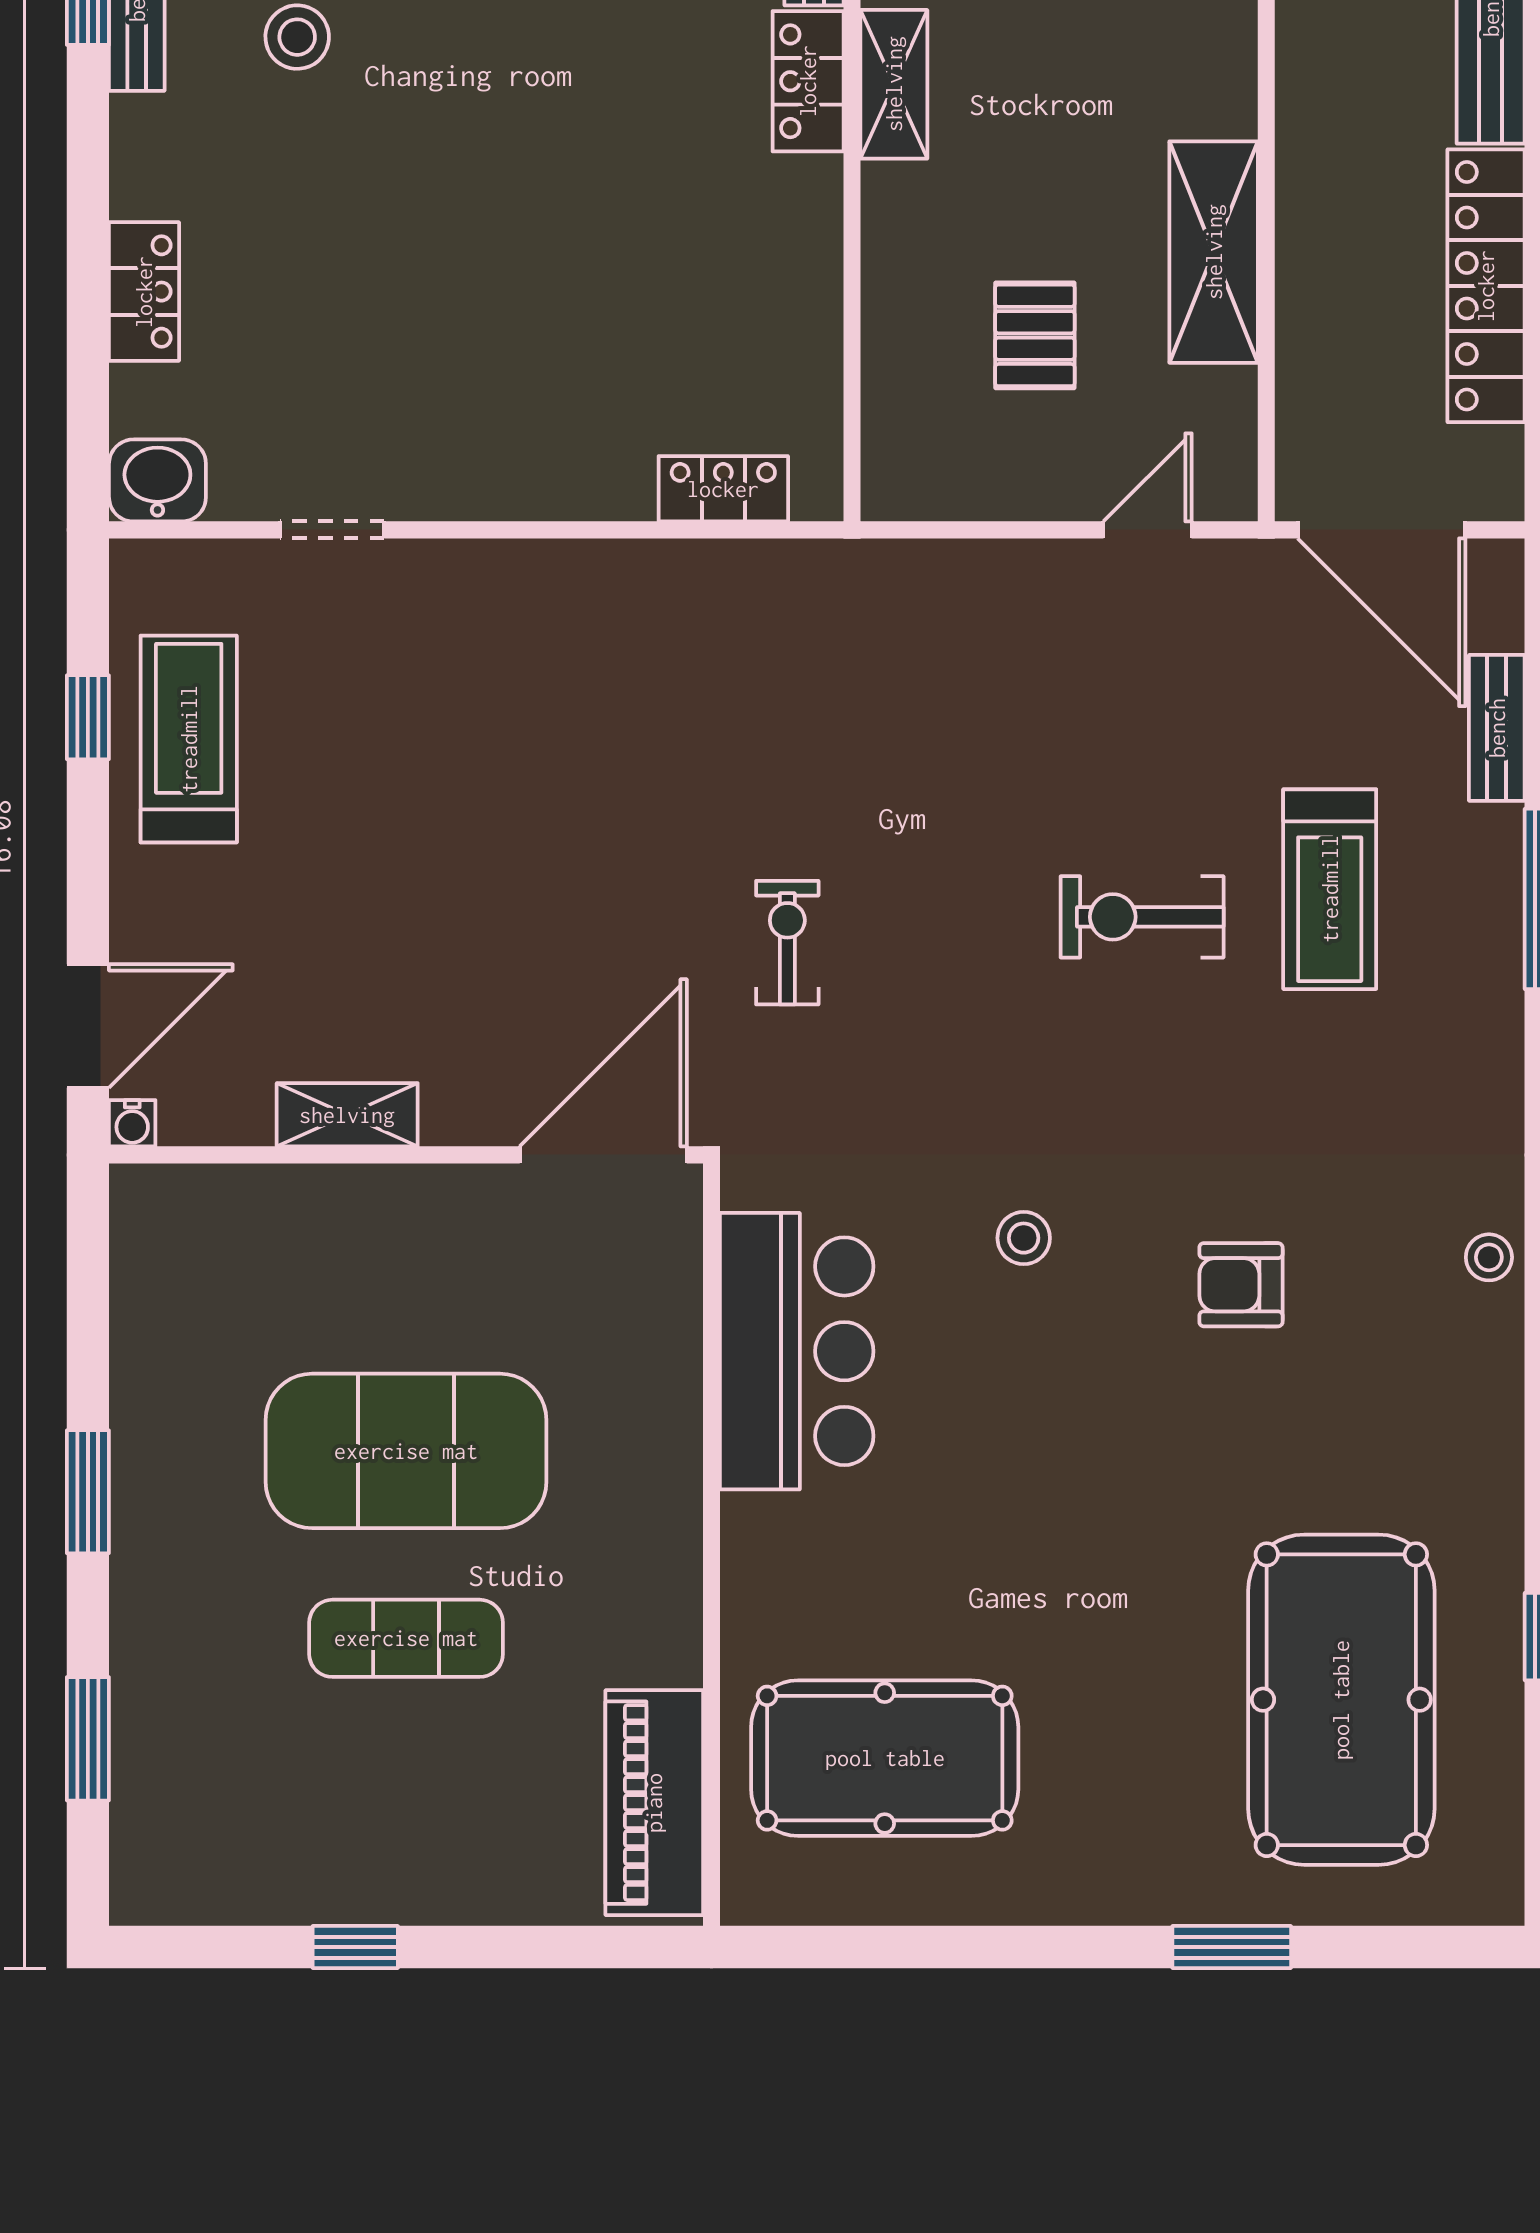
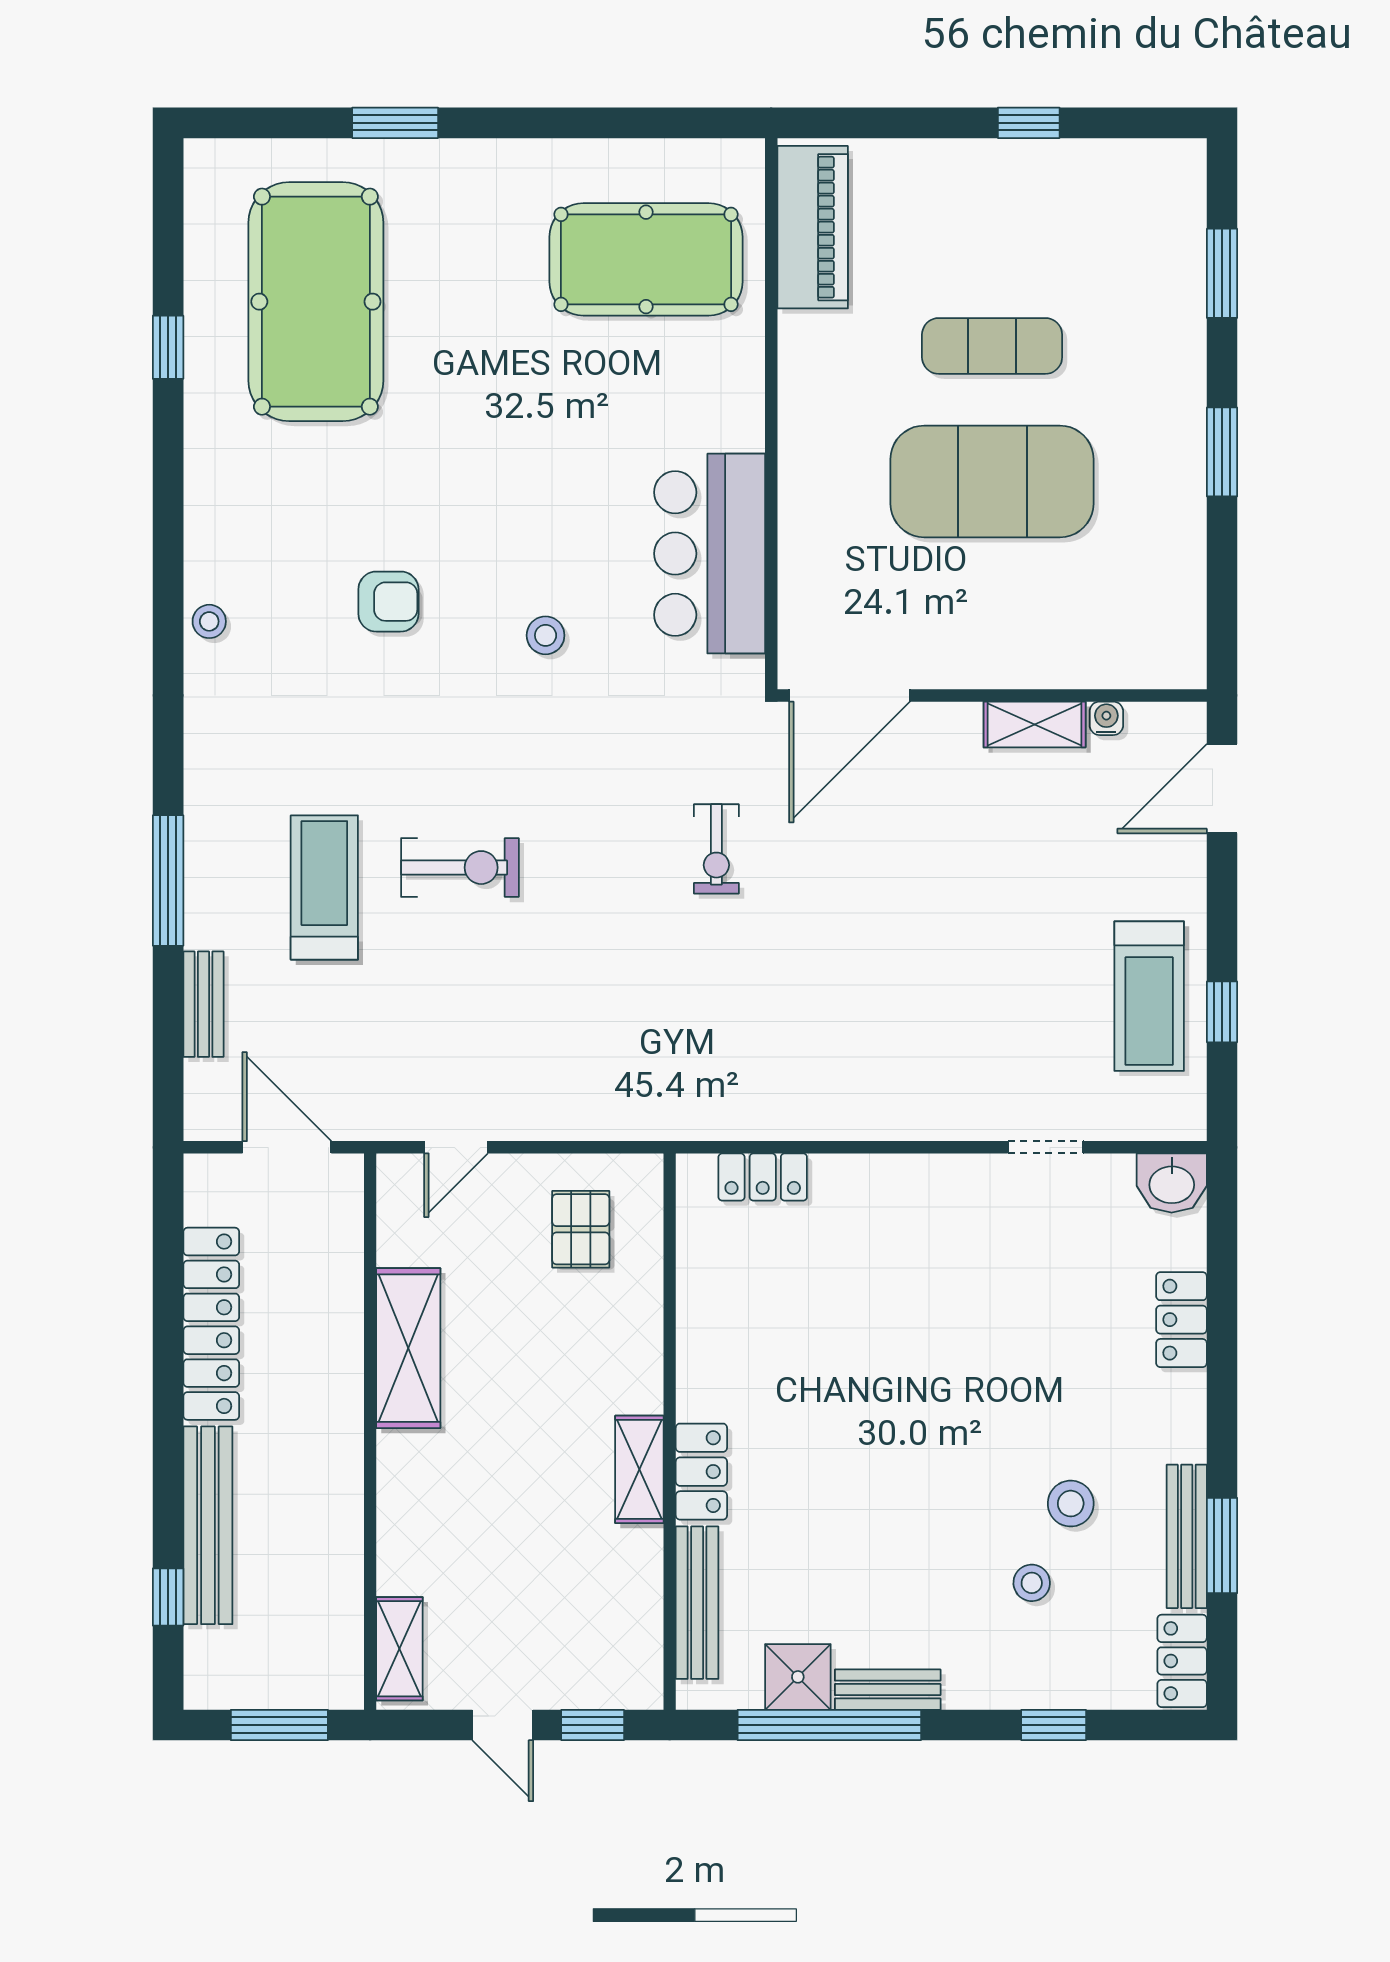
pallet: (1035, 335) -> (581, 1229), moved
door: (1381, 530) -> (287, 1147), width x0.73
water cooler: (132, 1123) -> (1106, 718), moved

